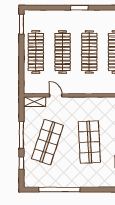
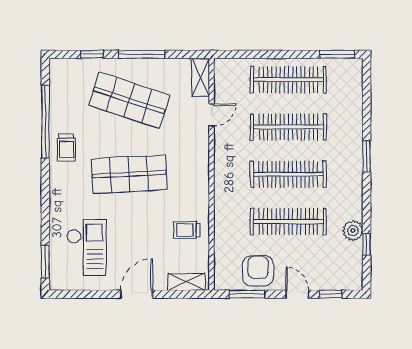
trolley: (74, 178) -> (66, 148), added

